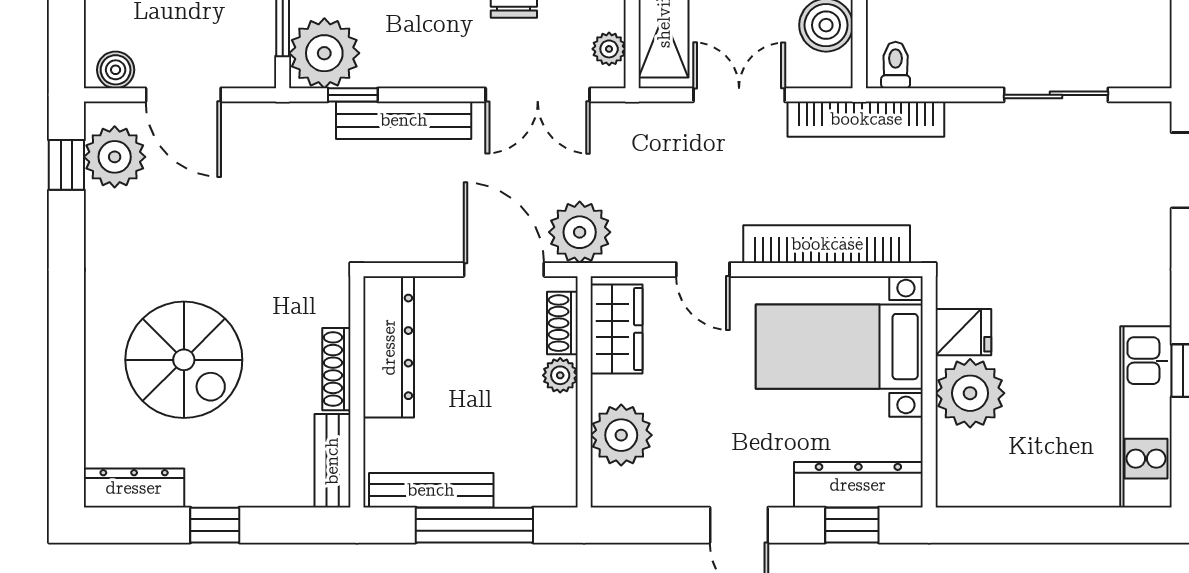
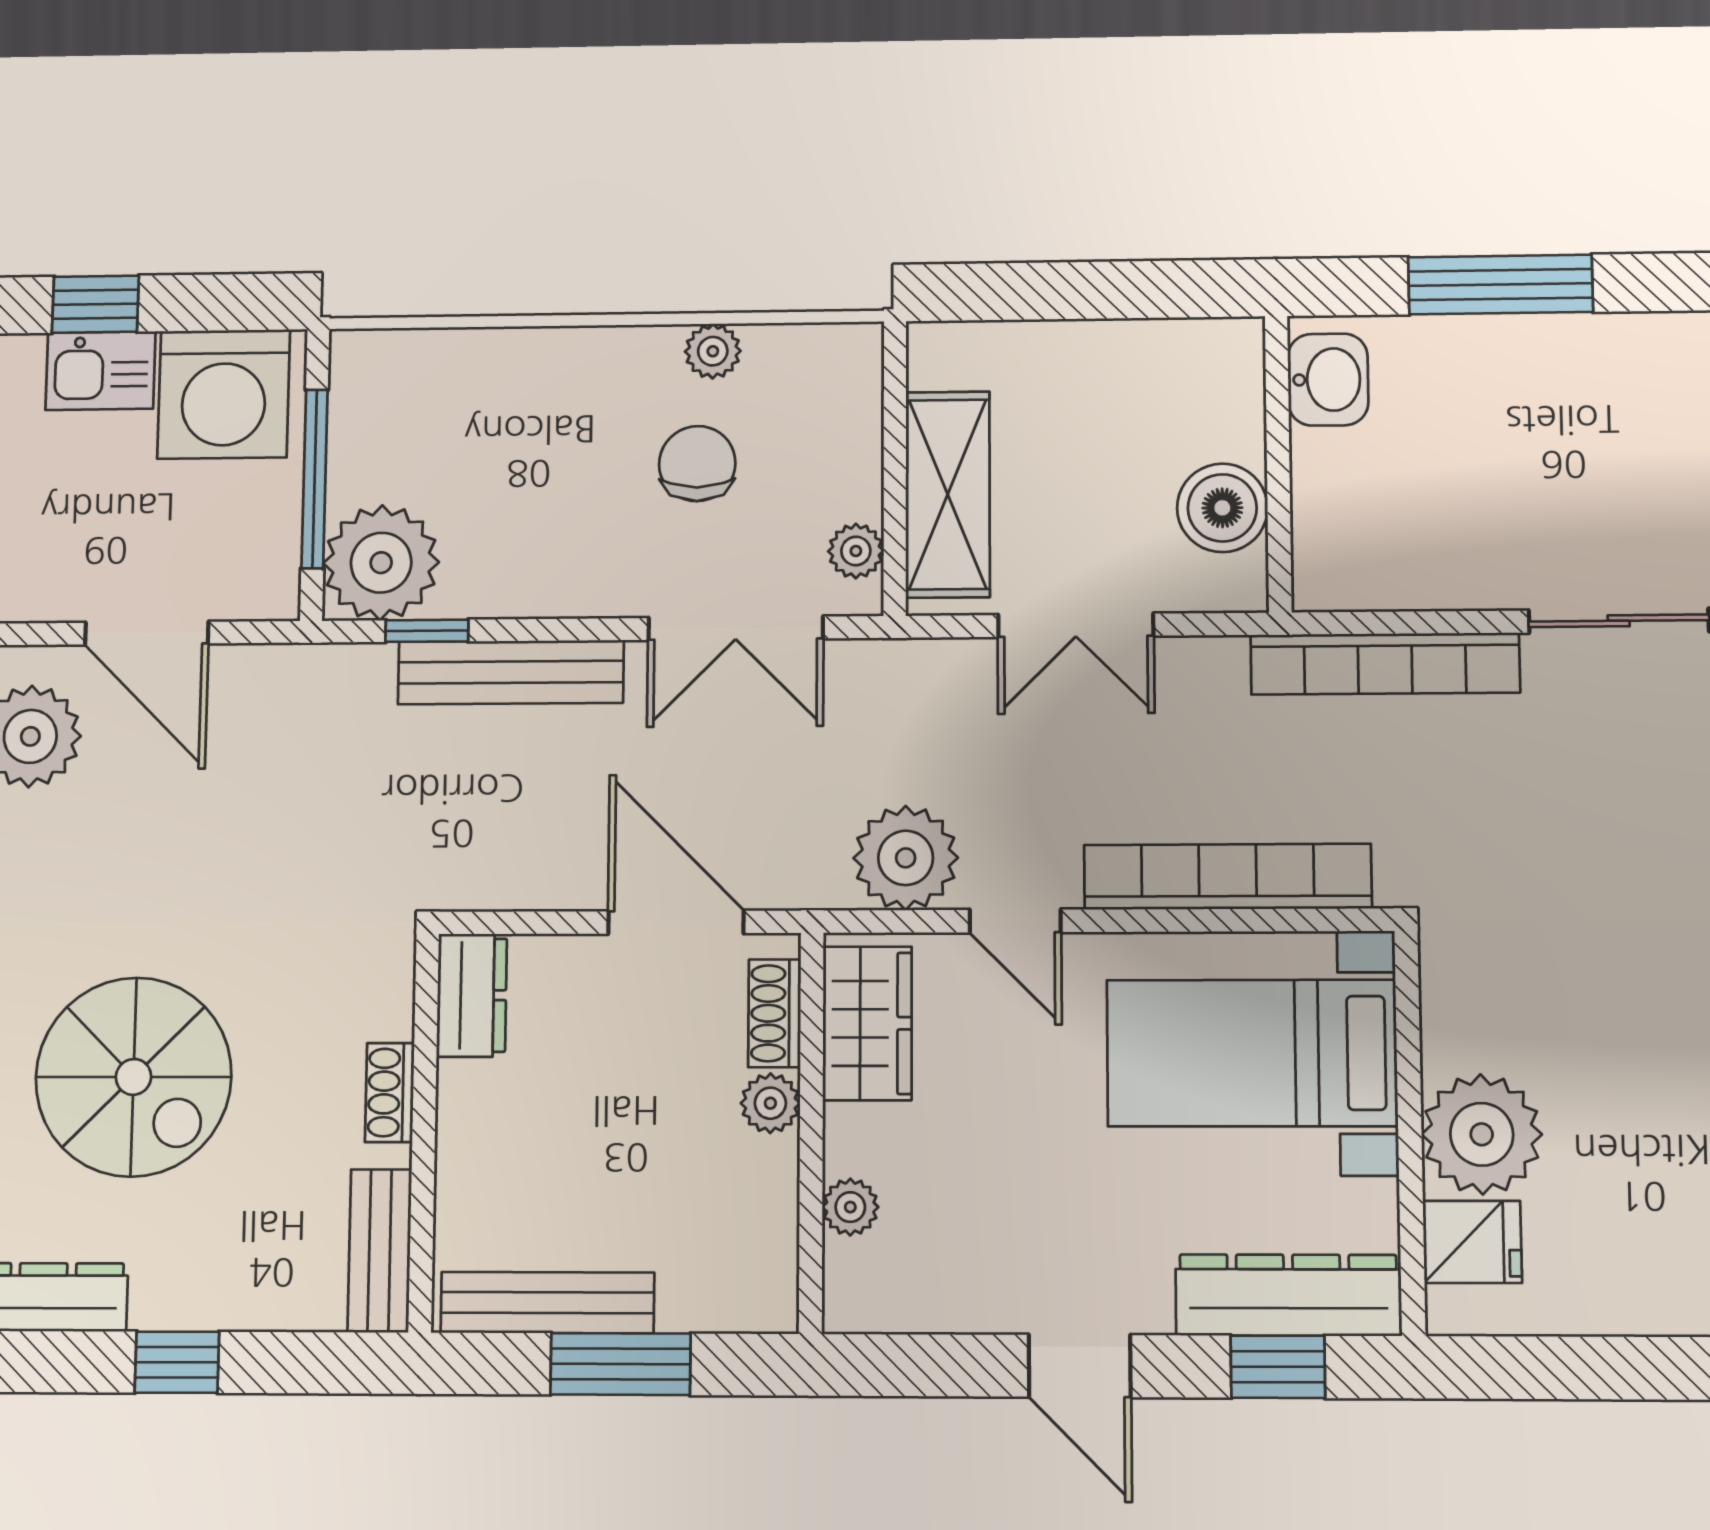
toilet: (896, 65) -> (1342, 573), removed
boiler: (116, 70) -> (37, 593), removed
double door: (739, 95) -> (1076, 625), swing flipped
bookcase: (866, 119) -> (1385, 664), moved
plant: (580, 232) -> (906, 858), moved
fridge: (963, 332) -> (1472, 1242), moved
dresser: (389, 347) -> (472, 995), width x0.51, depth x0.80
shoe rack: (336, 369) -> (390, 1093), width x0.70
plant: (621, 435) -> (850, 1207), width x0.53, depth x0.53
window: (474, 525) -> (621, 1364), width x0.69

